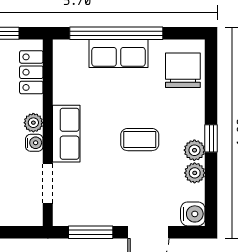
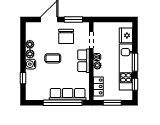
row of seats: (119, 53) -> (68, 94), width x1.48
chair: (183, 70) -> (66, 36), moved
window: (211, 138) -> (23, 78), moved
water cooler: (193, 214) -> (31, 64), moved

